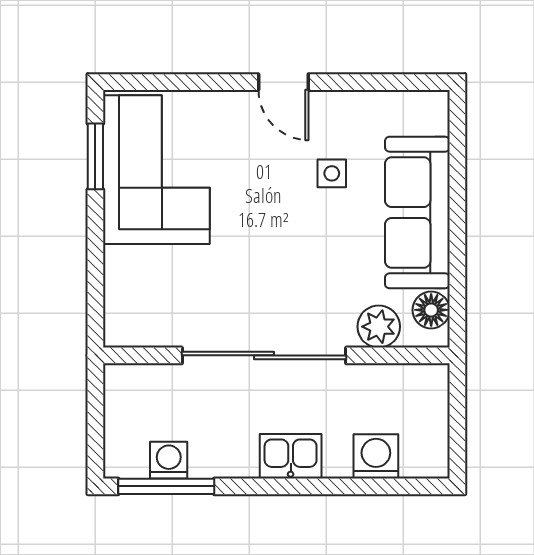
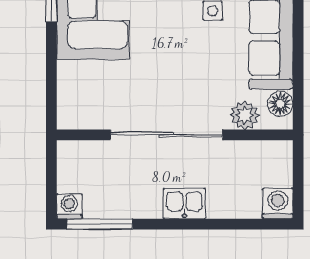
washing machine: (376, 456) -> (278, 204), moved
washing machine: (169, 460) -> (69, 206), moved

